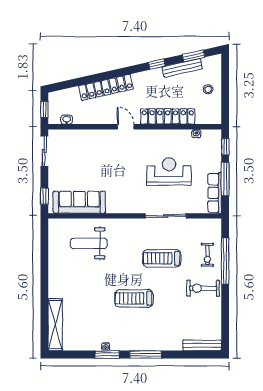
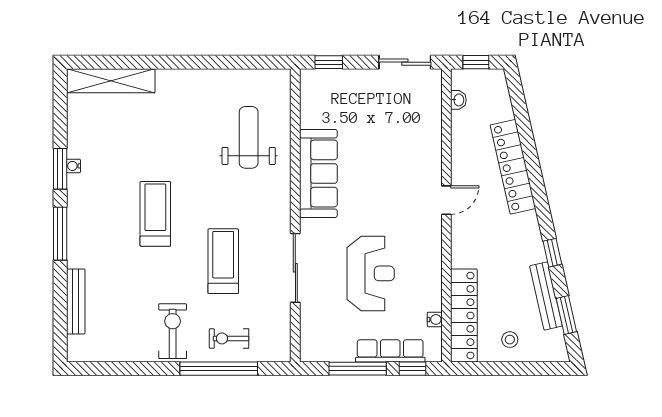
locker: (168, 116) -> (464, 315), moved
row of seats: (215, 193) -> (390, 351), moved
sofa: (79, 202) -> (318, 173), moved
bench: (202, 345) -> (76, 301), moved

